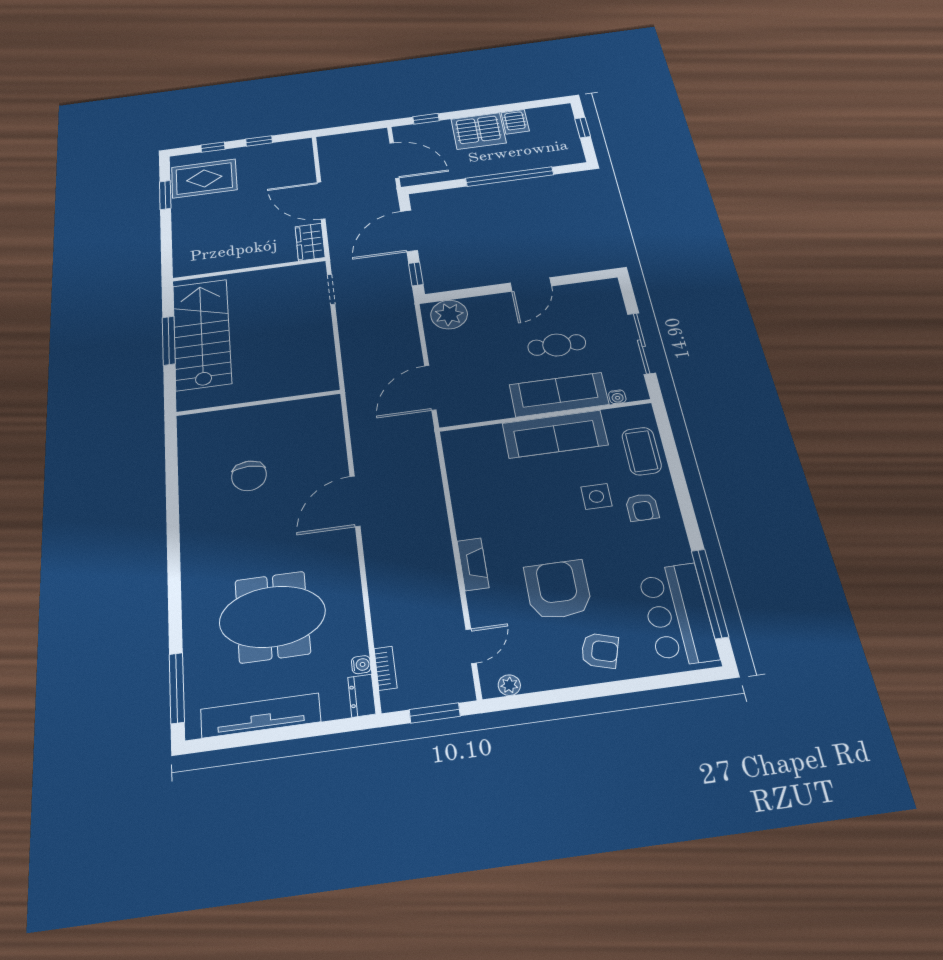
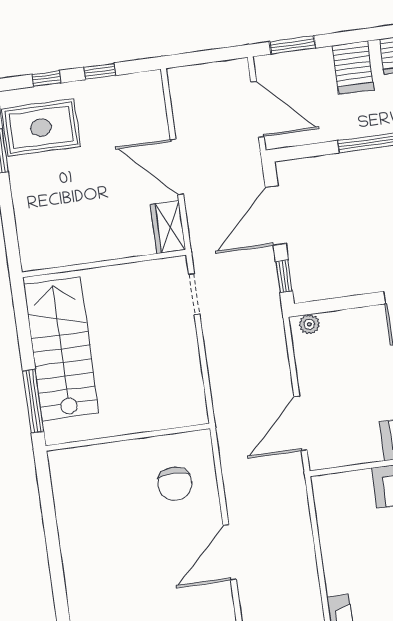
window: (426, 119) -> (293, 45), width x1.50
server rack: (478, 131) -> (353, 68), width x0.62
plant: (449, 315) -> (309, 324), width x0.53, depth x0.53
window: (169, 341) -> (33, 401), moved
chair: (249, 476) -> (175, 484), moved

